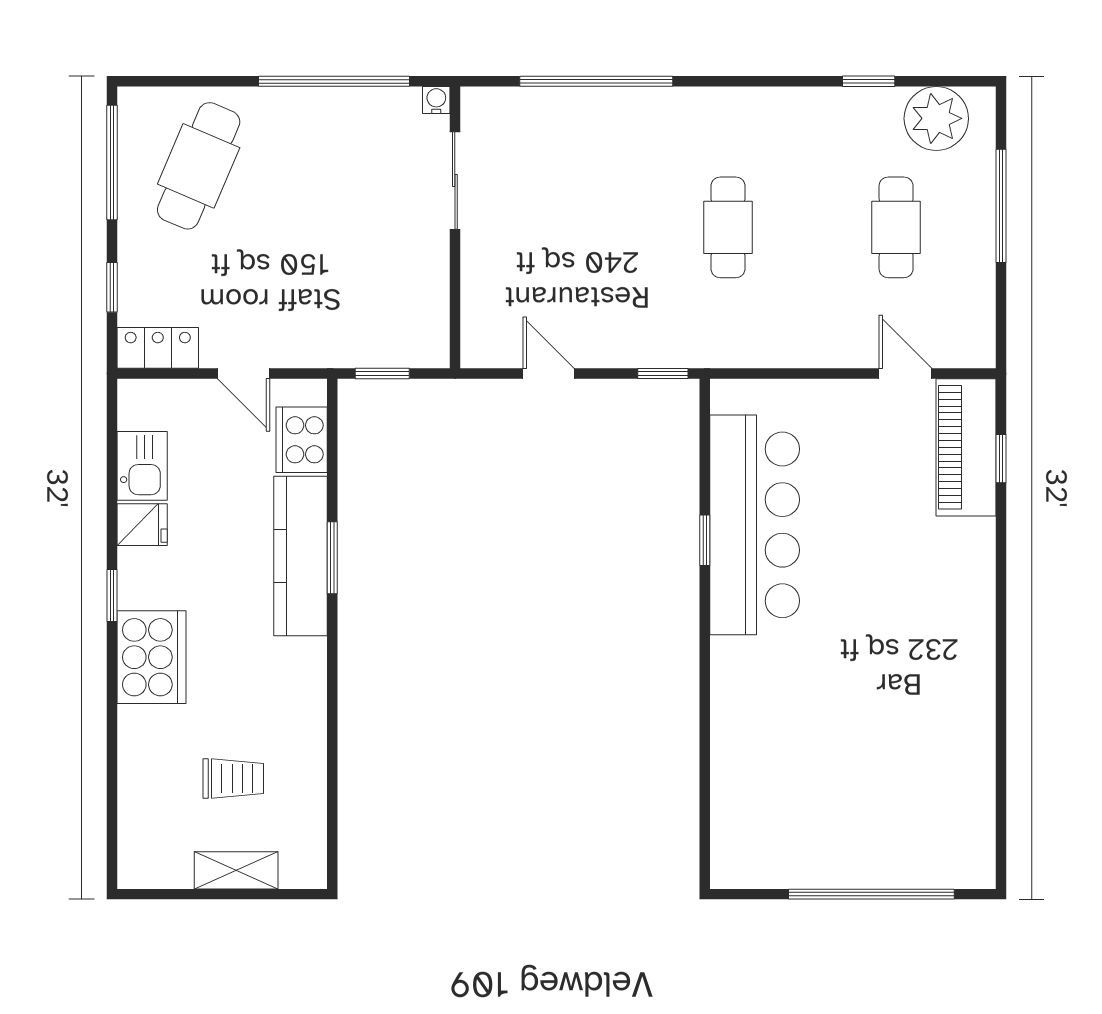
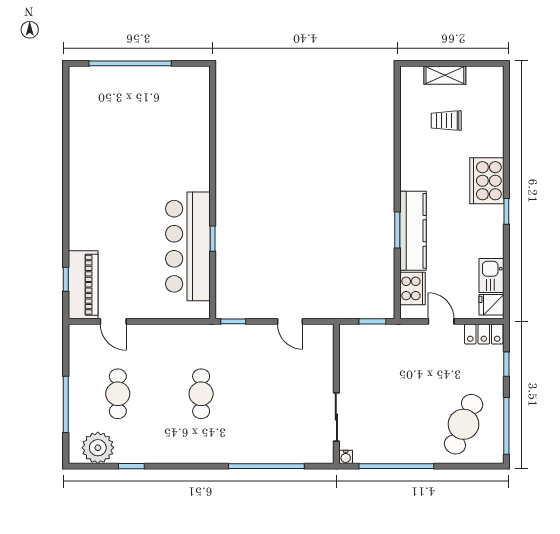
fridge: (142, 525) -> (491, 305), moved

